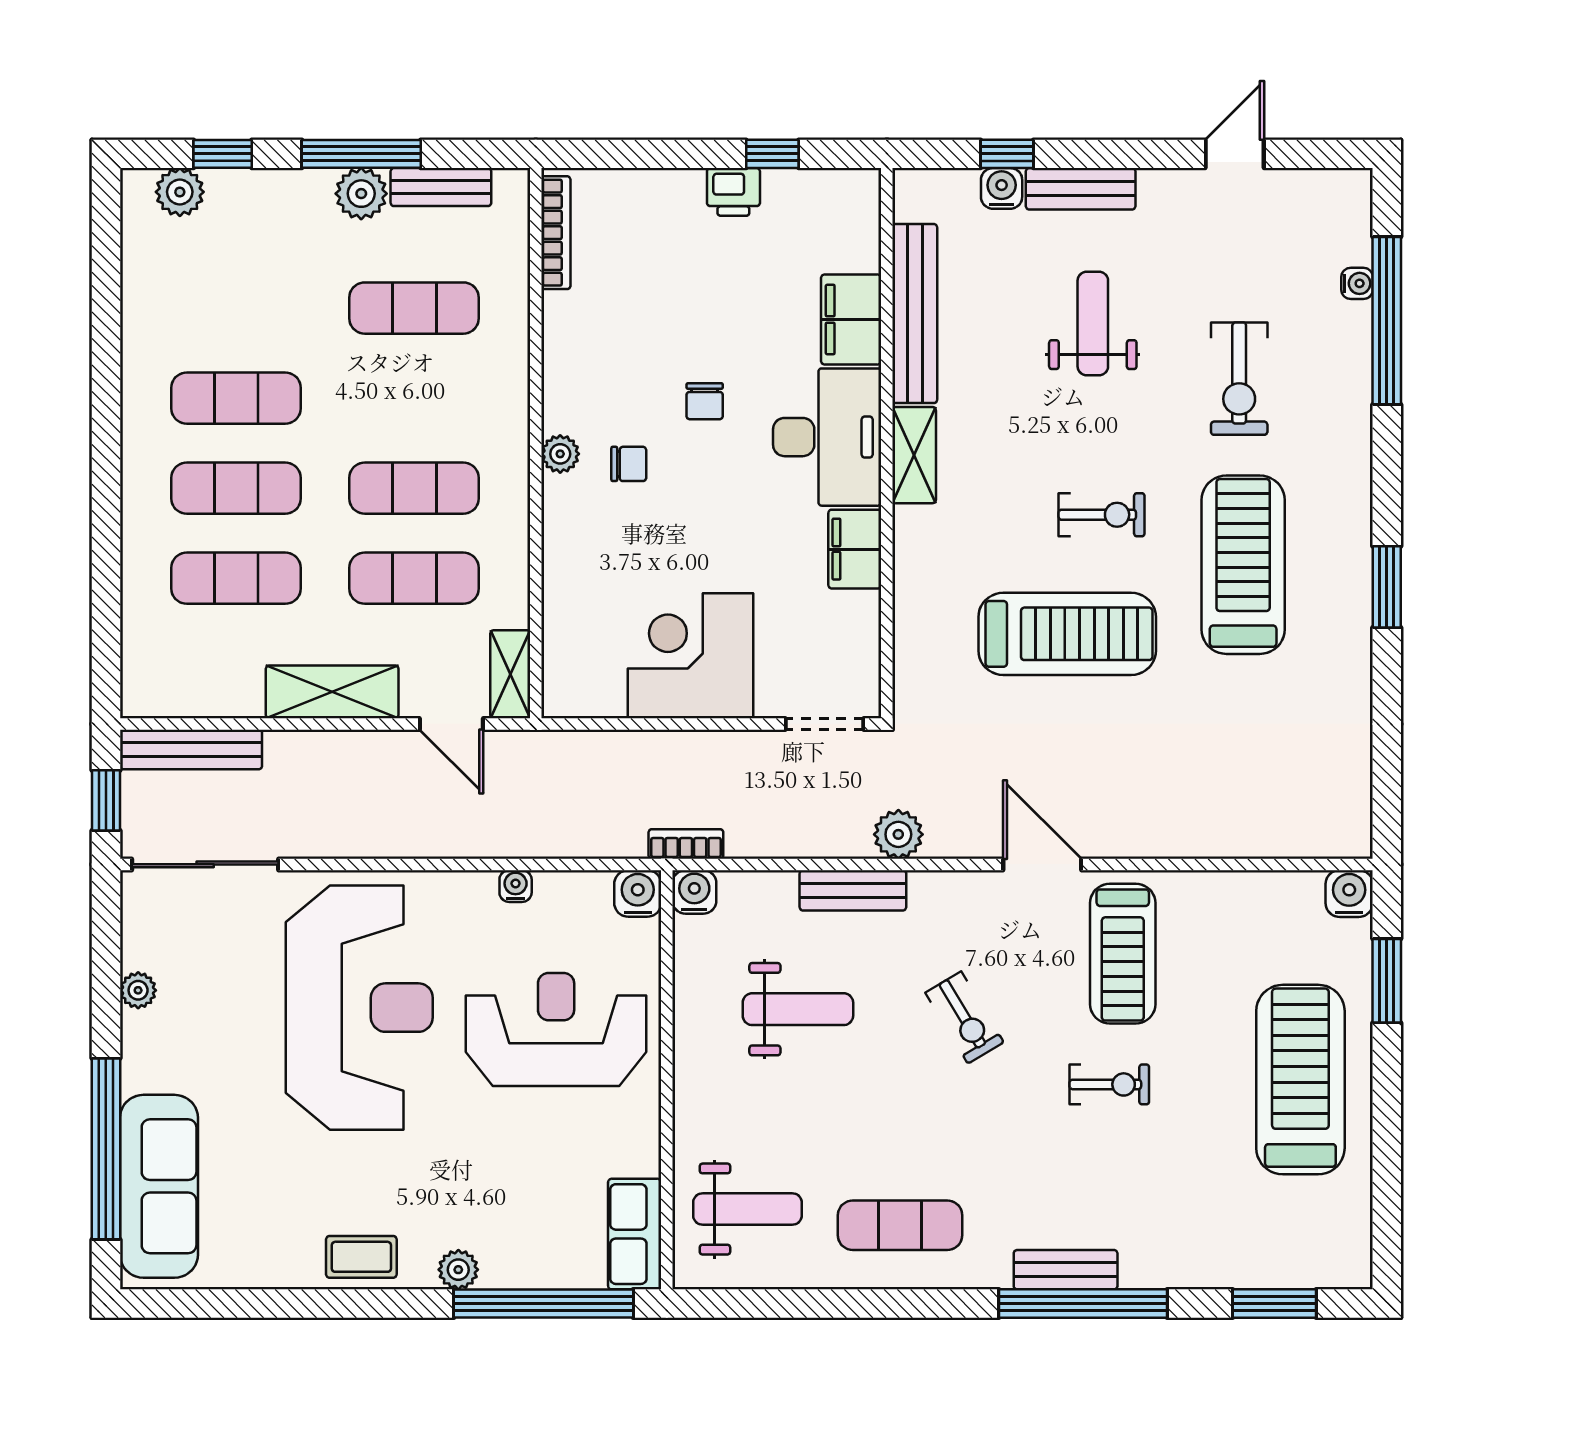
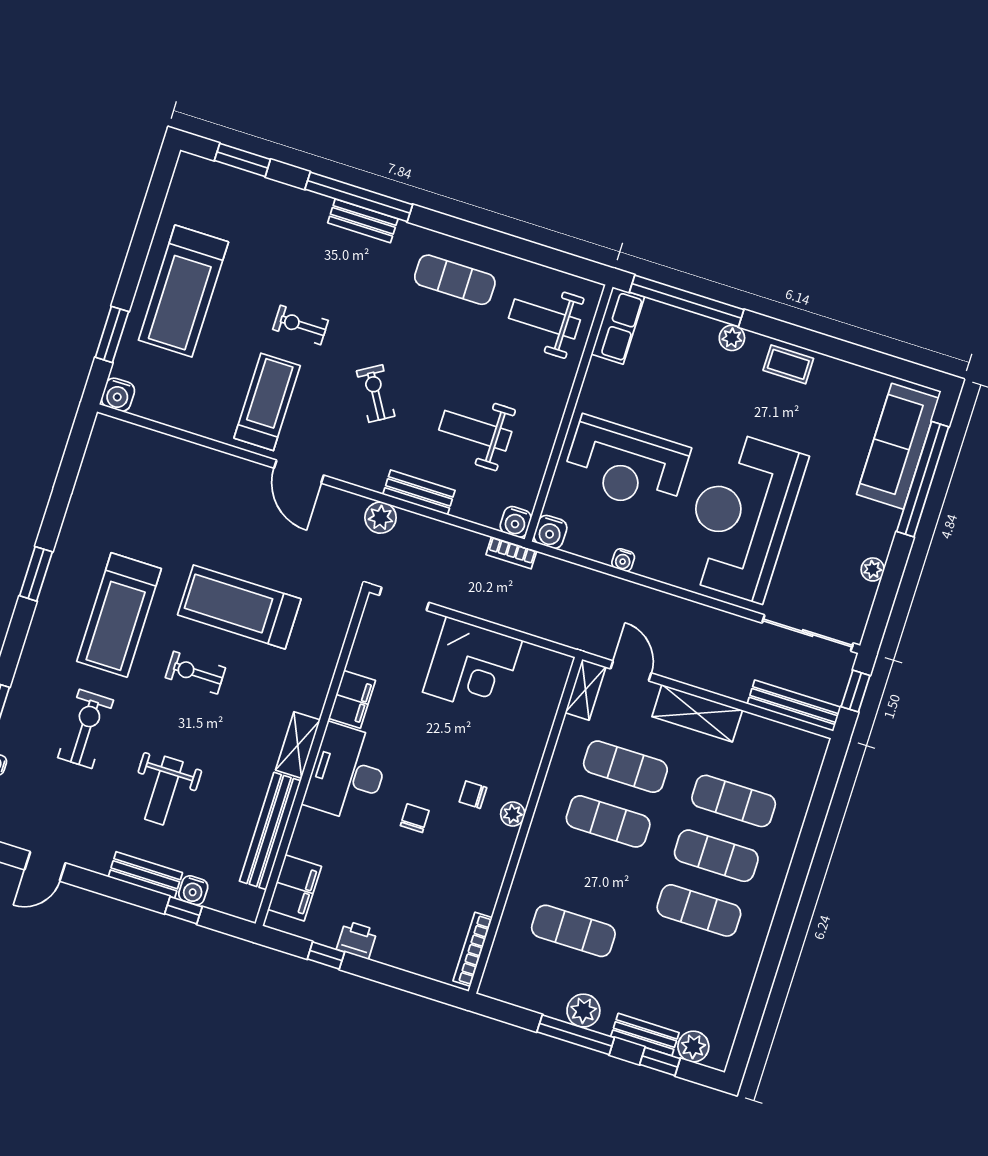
bench: (441, 187) -> (645, 1034), moved
filing cabinet: (851, 319) -> (295, 888), moved

